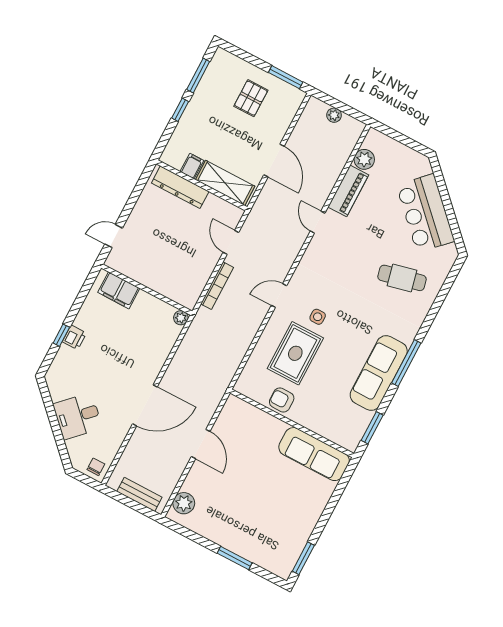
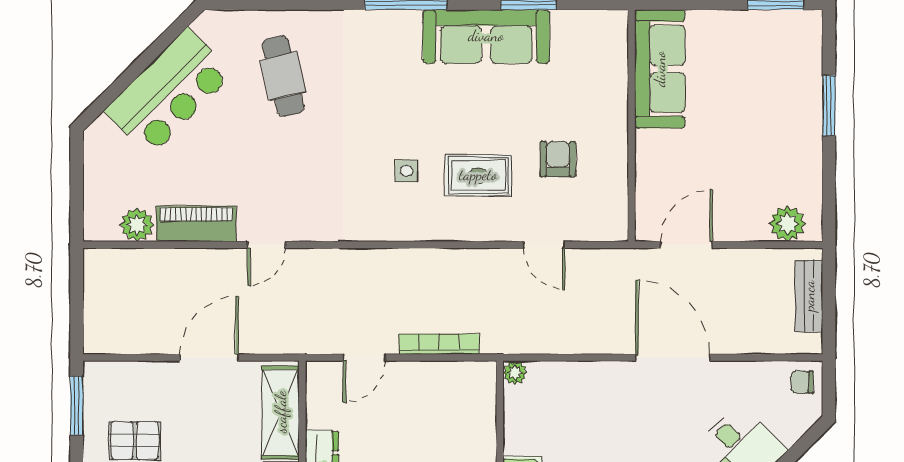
plant: (334, 115) -> (95, 304), removed
door: (279, 296) -> (544, 245), moved
rug: (295, 353) -> (478, 175), width x0.73, depth x0.70
sofa: (379, 373) -> (486, 36), moved
armchair: (282, 400) -> (558, 159), turned 180
wall: (292, 423) -> (631, 126), moved
sofa: (314, 454) -> (660, 69), moved

